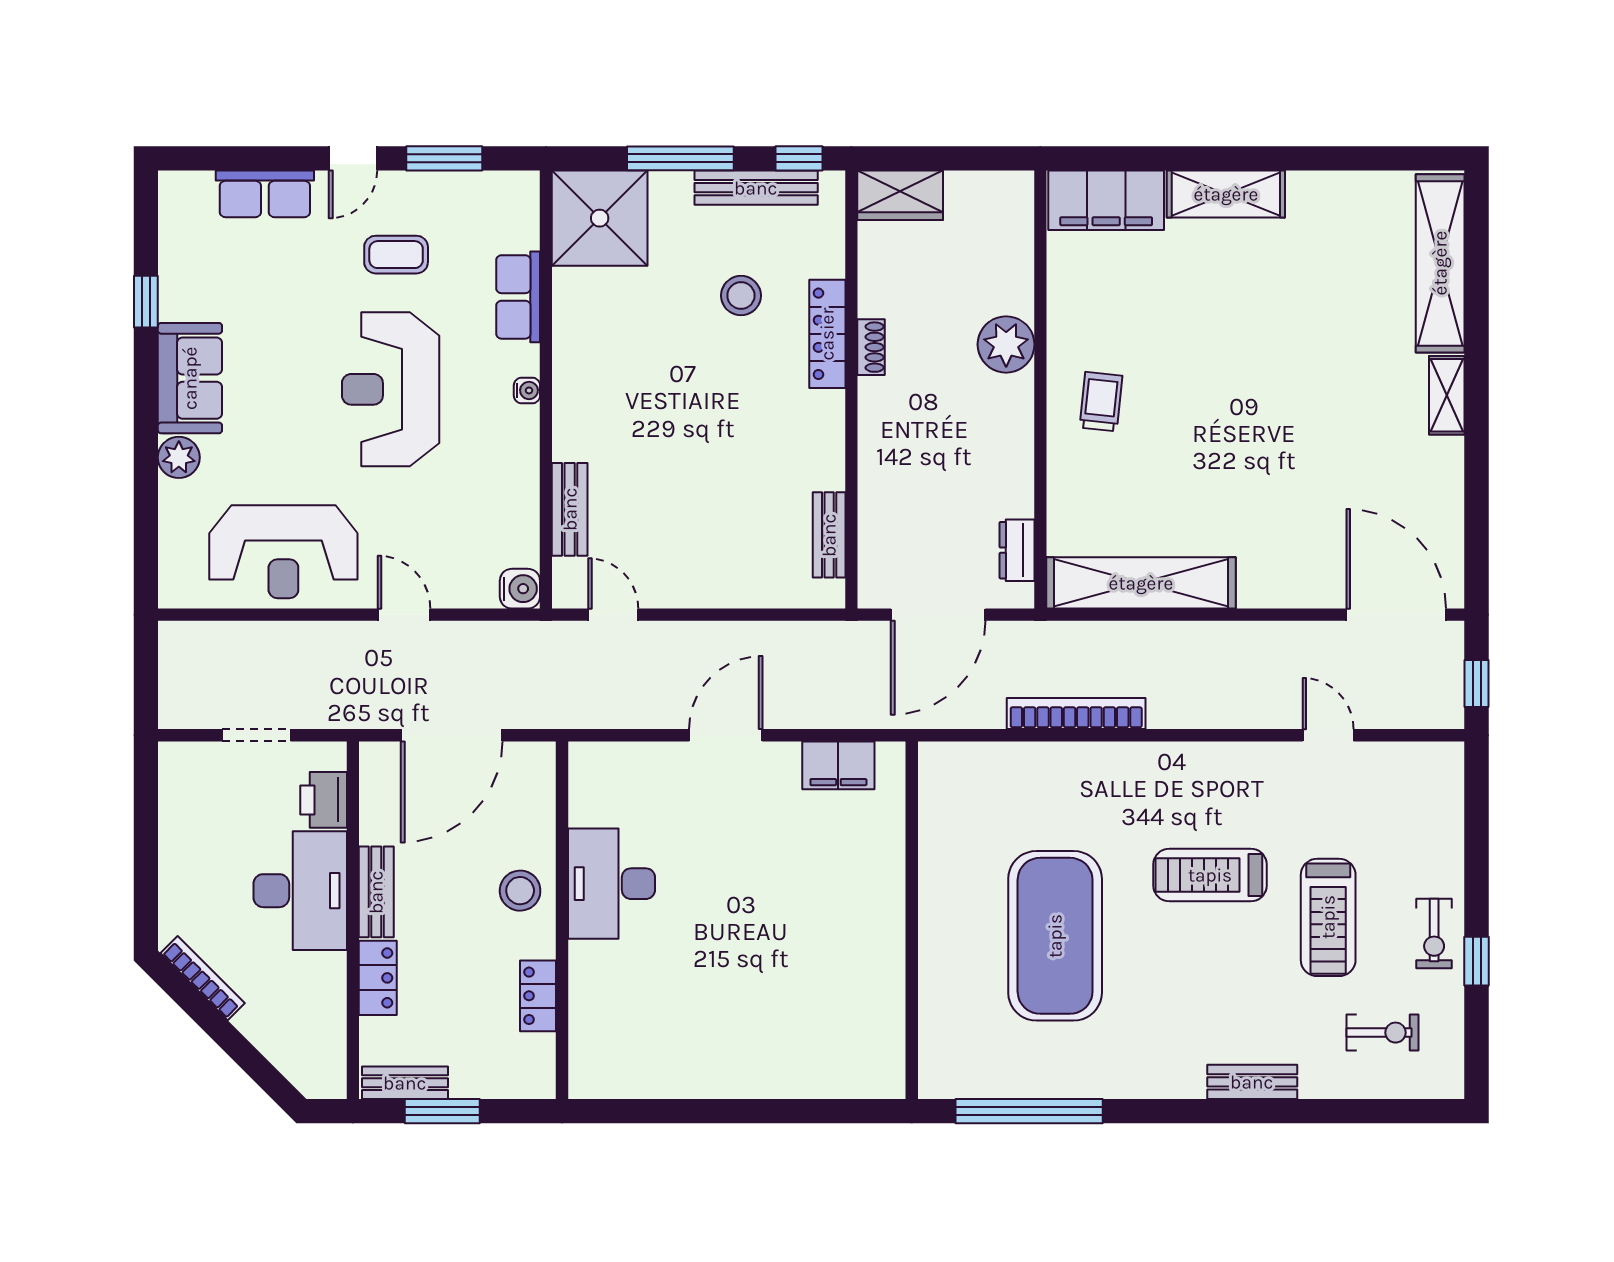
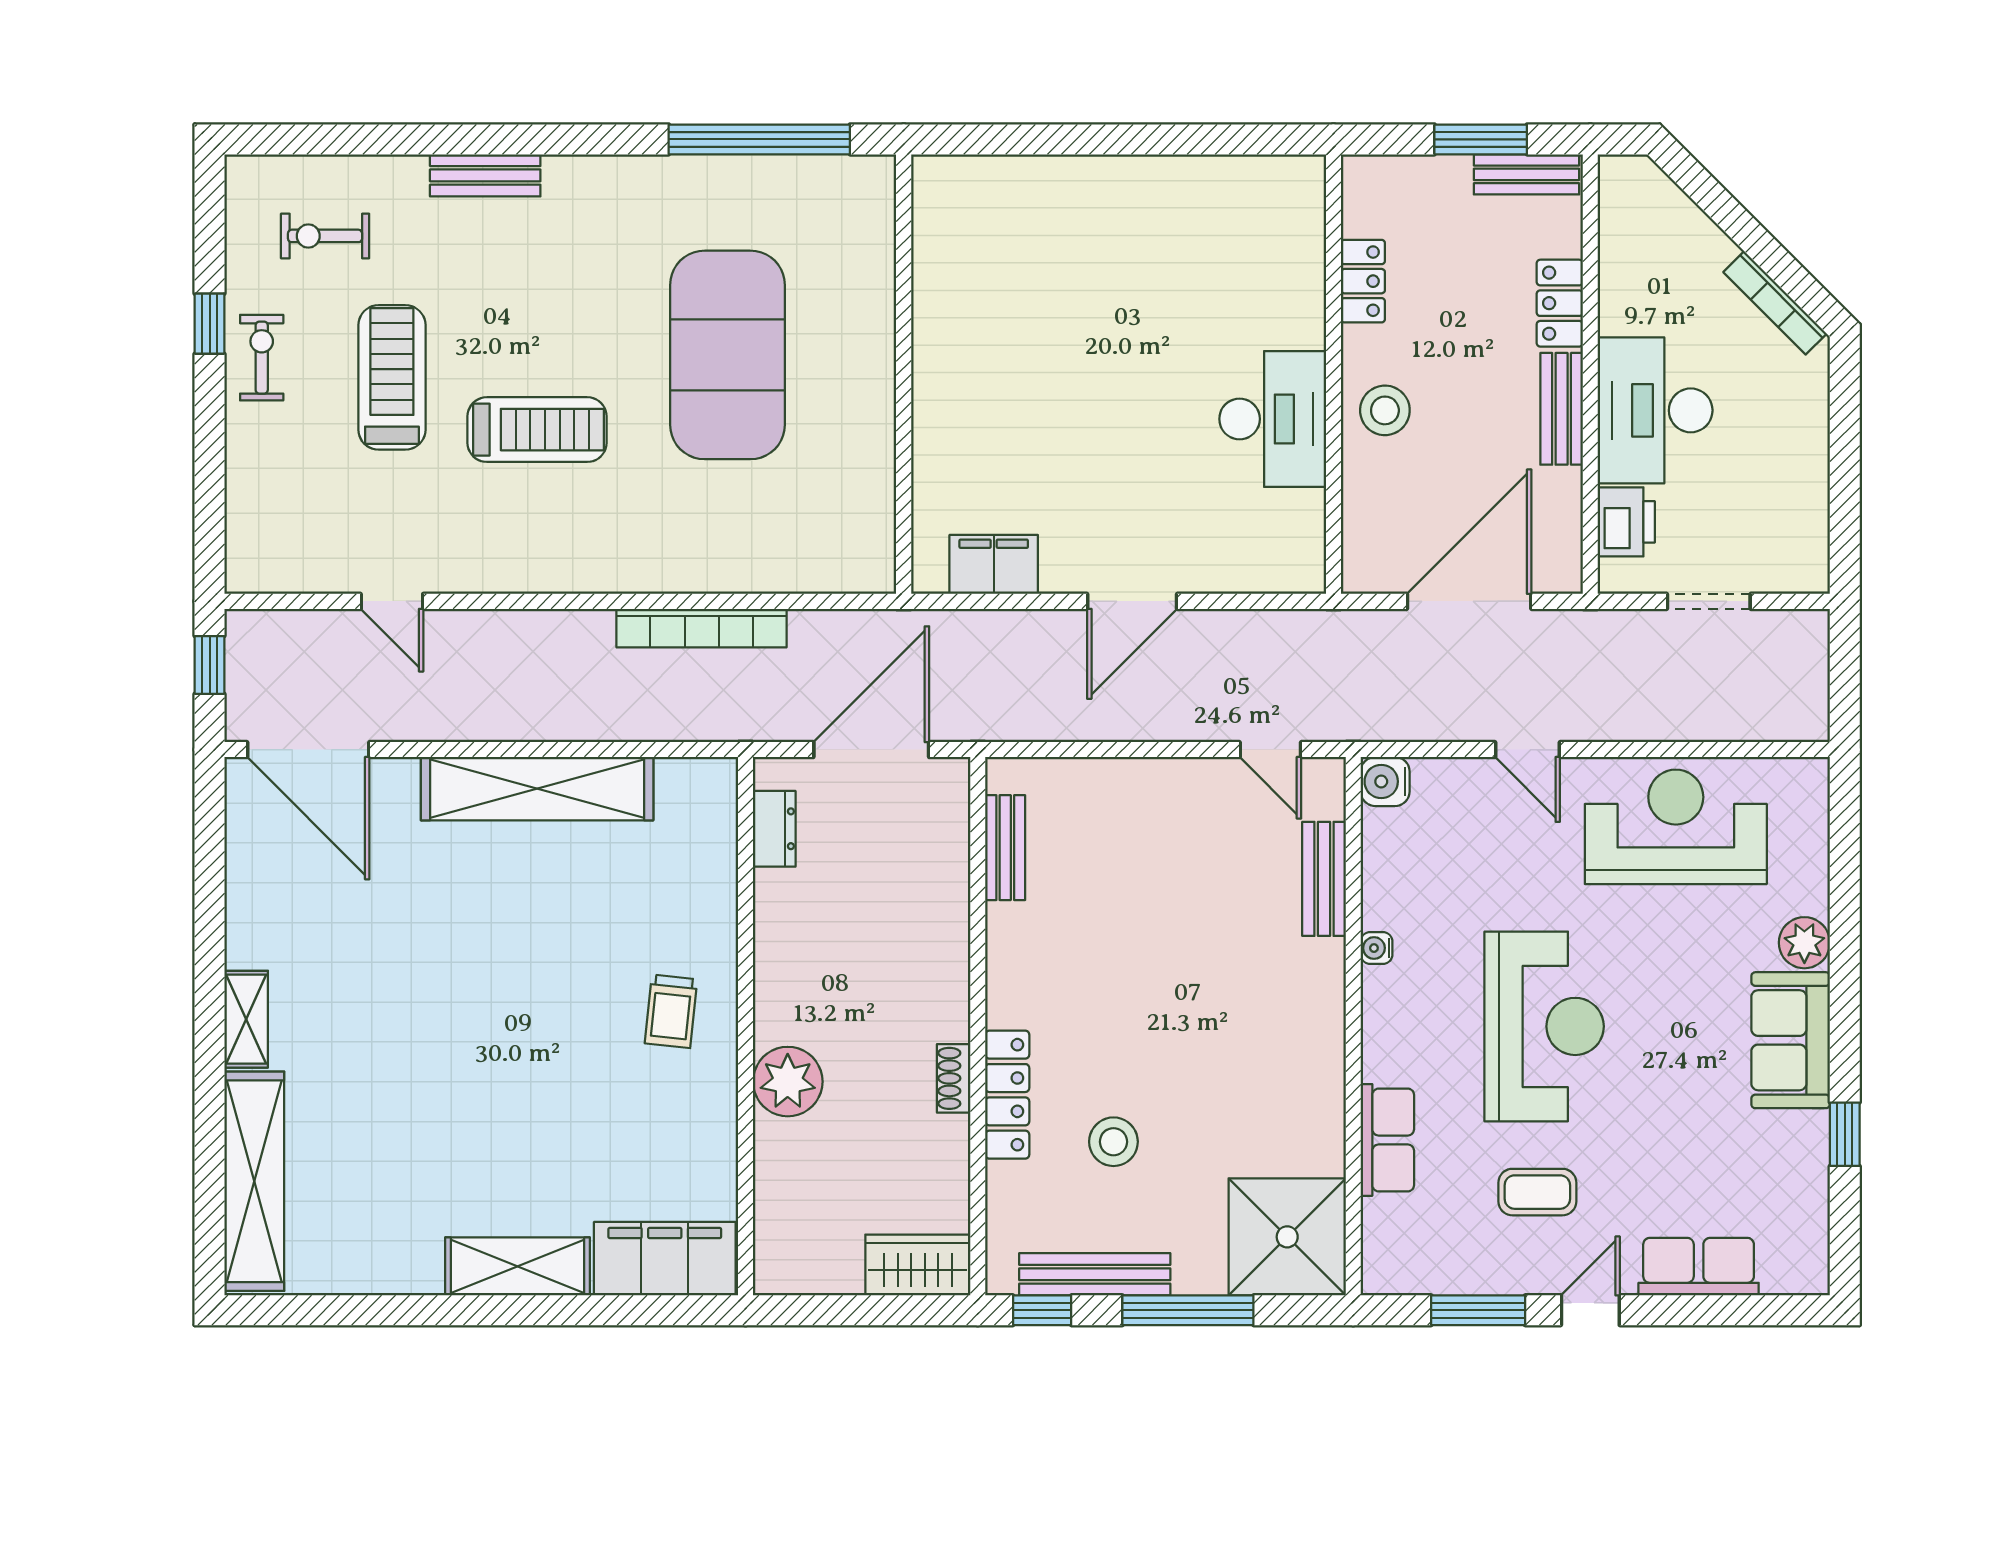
water cooler: (527, 390) -> (1377, 948), moved
shelving: (1141, 583) -> (537, 789), moved

